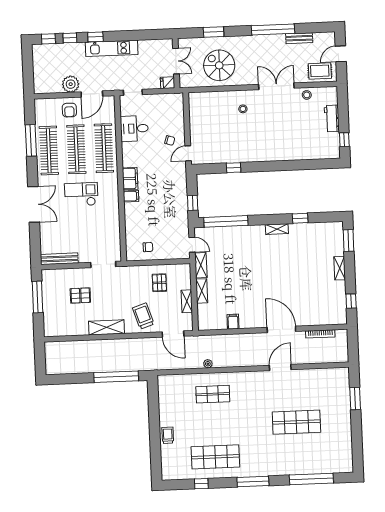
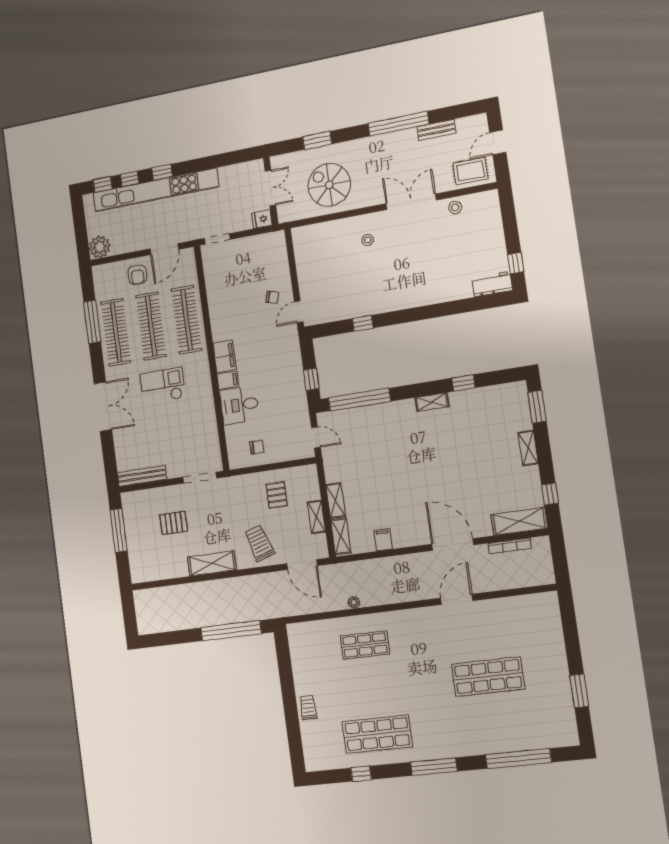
kitchen unit: (112, 48) -> (156, 190), width x1.86
plant: (71, 84) -> (100, 247), moved
workbench: (332, 118) -> (492, 284), moved, turned 90
desk: (134, 129) -> (239, 405), moved
shelving: (201, 265) -> (341, 536), moved
shelving: (328, 318) -> (519, 521), added
window: (355, 399) -> (579, 691), moved

